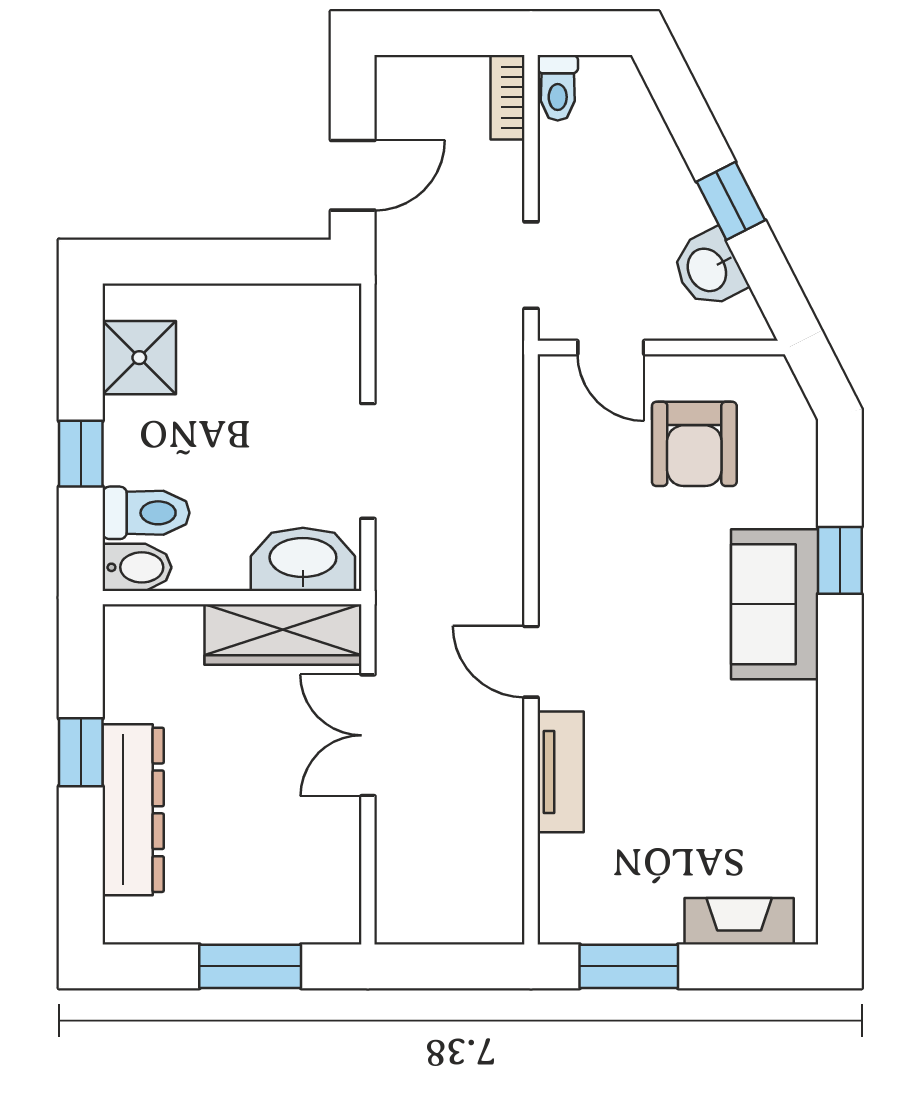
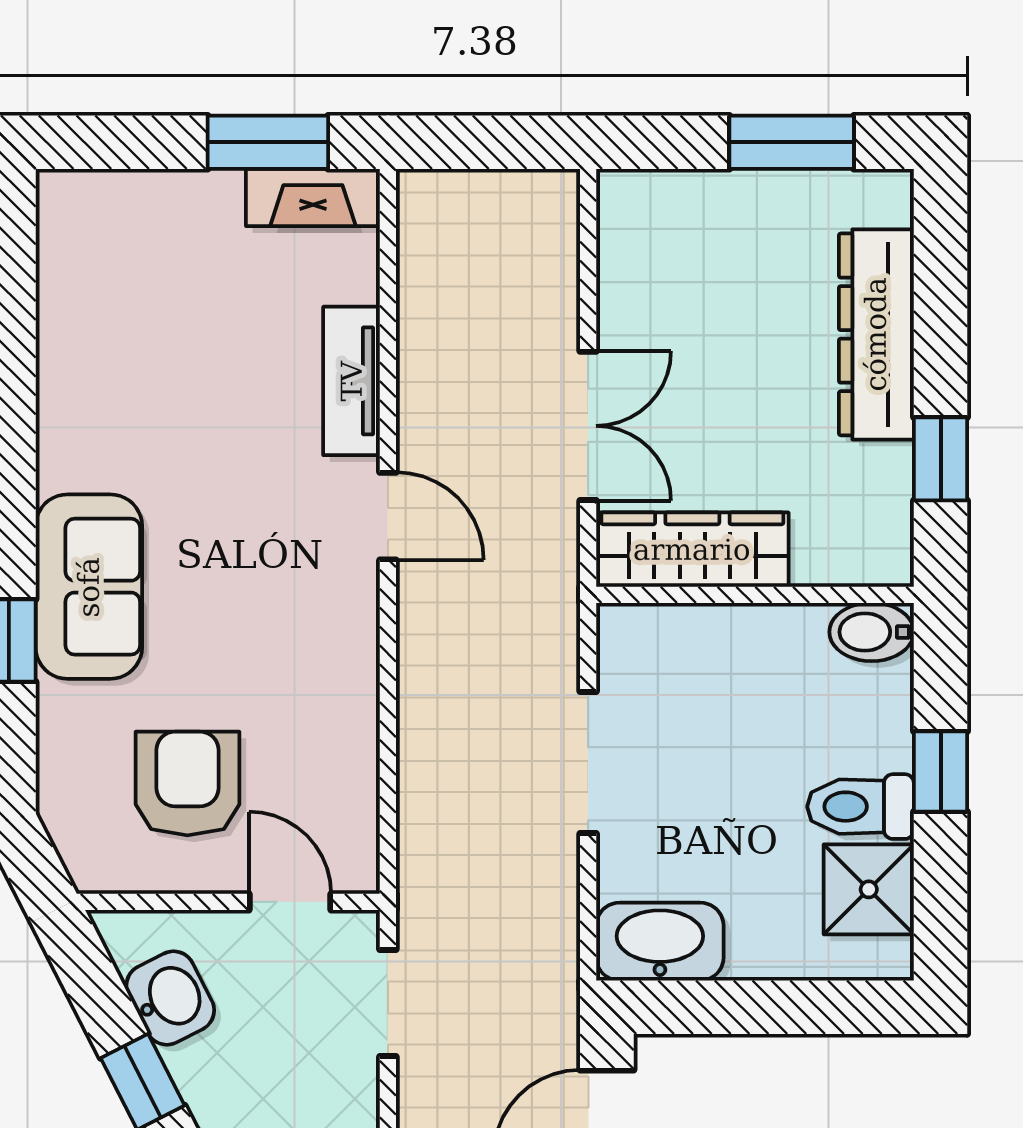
toilet: (146, 513) -> (861, 807), moved
washbasin: (303, 559) -> (660, 942), moved, turned 180
window: (81, 752) -> (941, 459), moved
fireplace: (739, 921) -> (313, 198), moved
window: (250, 966) -> (792, 142), moved

